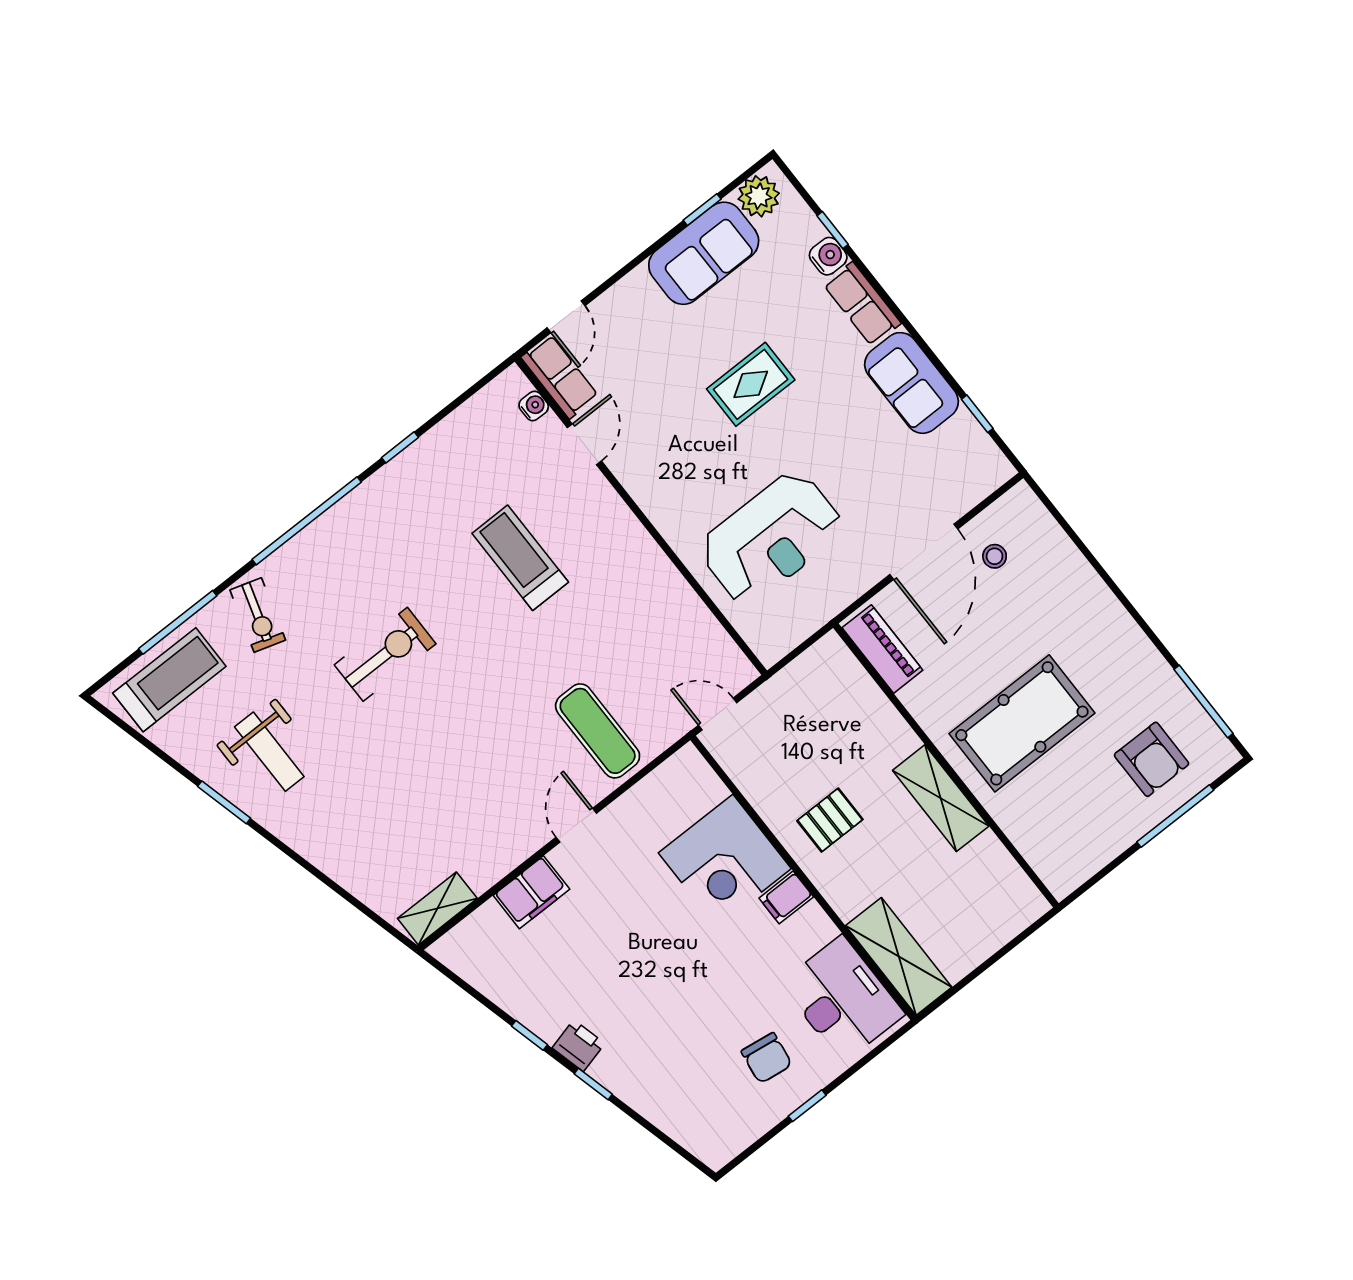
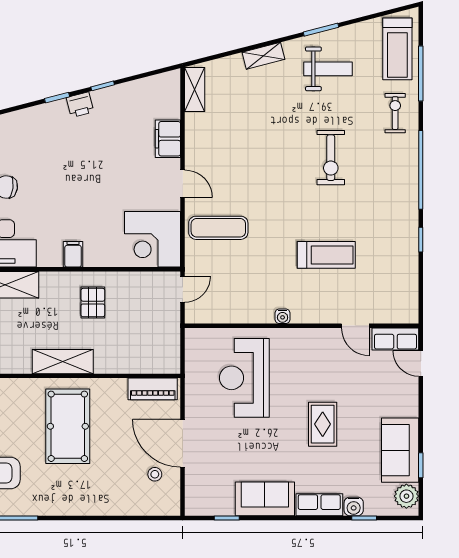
water cooler: (534, 406) -> (283, 316), moved
exercise bike: (258, 615) -> (395, 113), turned 73
weight bench: (269, 752) -> (328, 69), turned 180
shelving: (320, 852) -> (263, 56), added
corner desk: (725, 861) -> (153, 239), moved, turned -90

